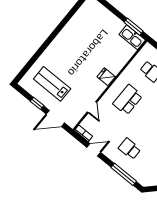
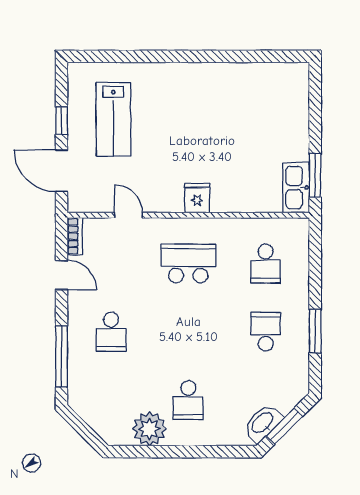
lab bench: (52, 84) -> (113, 119), turned 180
door: (92, 107) -> (128, 215), swing flipped
school desk: (130, 149) -> (111, 332), turned 180

